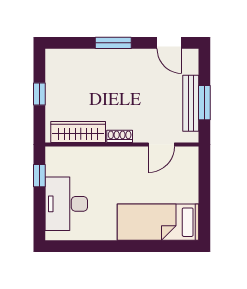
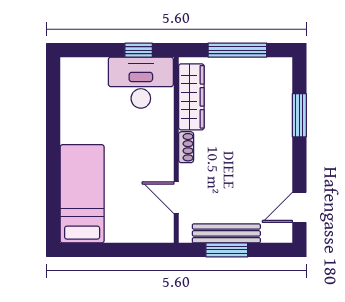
window: (113, 43) -> (299, 115), moved
window: (39, 94) -> (237, 50), width x2.17
desk: (66, 204) -> (141, 83), moved

